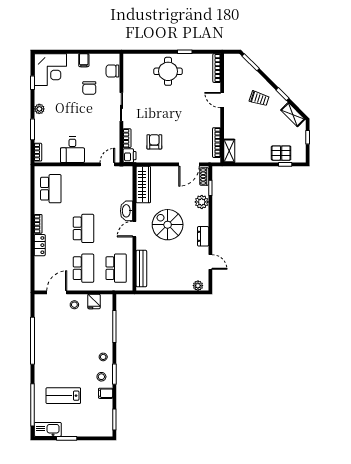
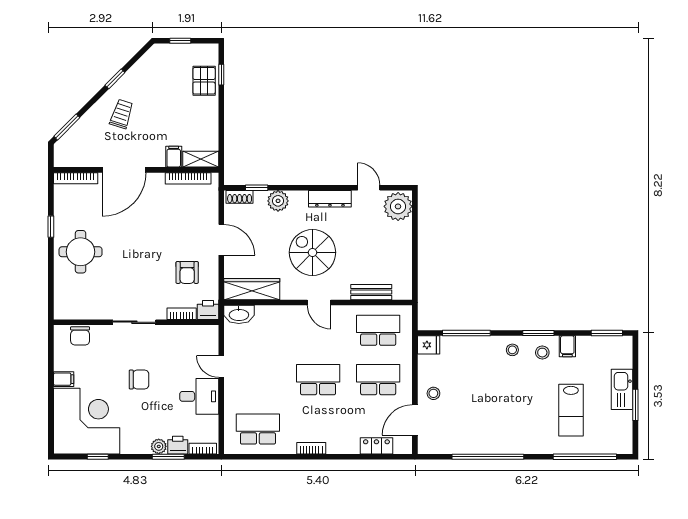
corner desk: (50, 70) -> (87, 421), width x1.36, depth x1.36
chair: (89, 88) -> (139, 380), moved
door: (222, 100) -> (124, 170), width x1.88
plant: (39, 109) -> (159, 446), moved
shelving: (293, 115) -> (146, 63), removed
filing cabinet: (231, 133) -> (174, 157), added
printer: (40, 136) -> (178, 445), added
armchair: (154, 142) -> (187, 272), turned -90
door: (107, 164) -> (221, 366), moved
door: (189, 164) -> (221, 240), moved
washbasin: (127, 211) -> (239, 314), moved
spiral stairs: (168, 225) -> (312, 252), turned 90
dresser: (203, 236) -> (330, 199), width x1.44
locker: (40, 245) -> (376, 446), moved
door: (210, 262) -> (369, 188), hinge flipped
bench: (141, 269) -> (371, 292), width x0.73
plant: (198, 286) -> (398, 206), width x1.88, depth x1.88
door: (57, 292) -> (415, 420), hinge flipped
fridge: (94, 302) -> (429, 345), moved
kitchen sink: (48, 429) -> (622, 389), moved

